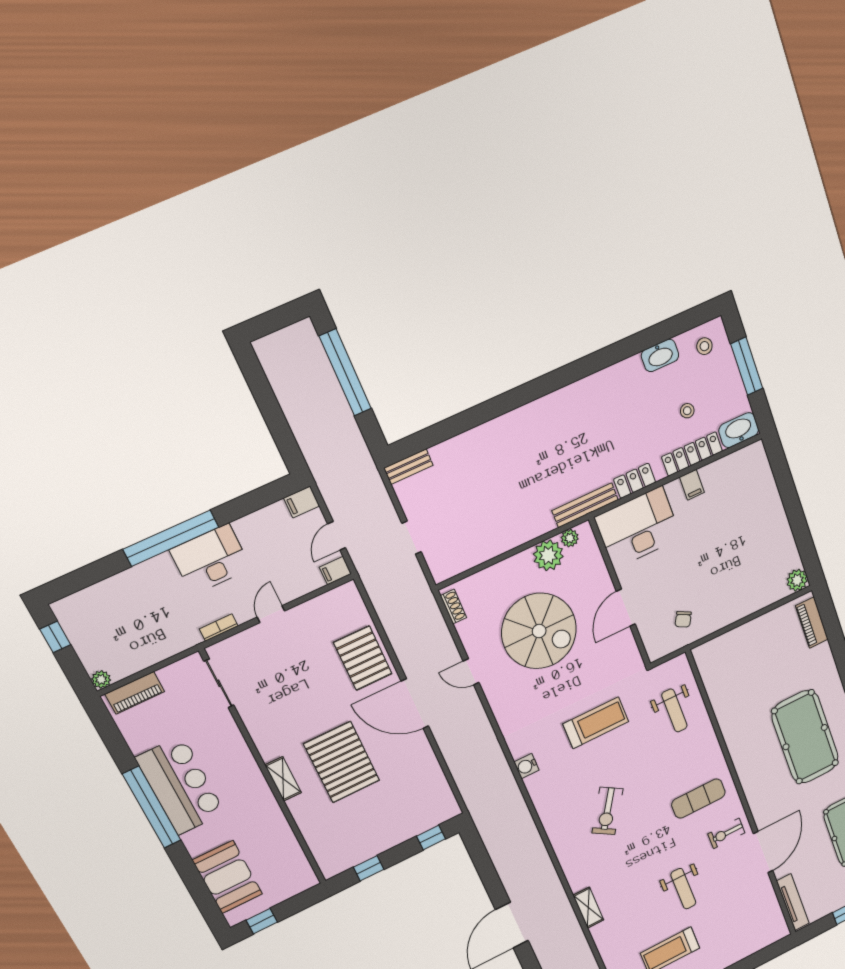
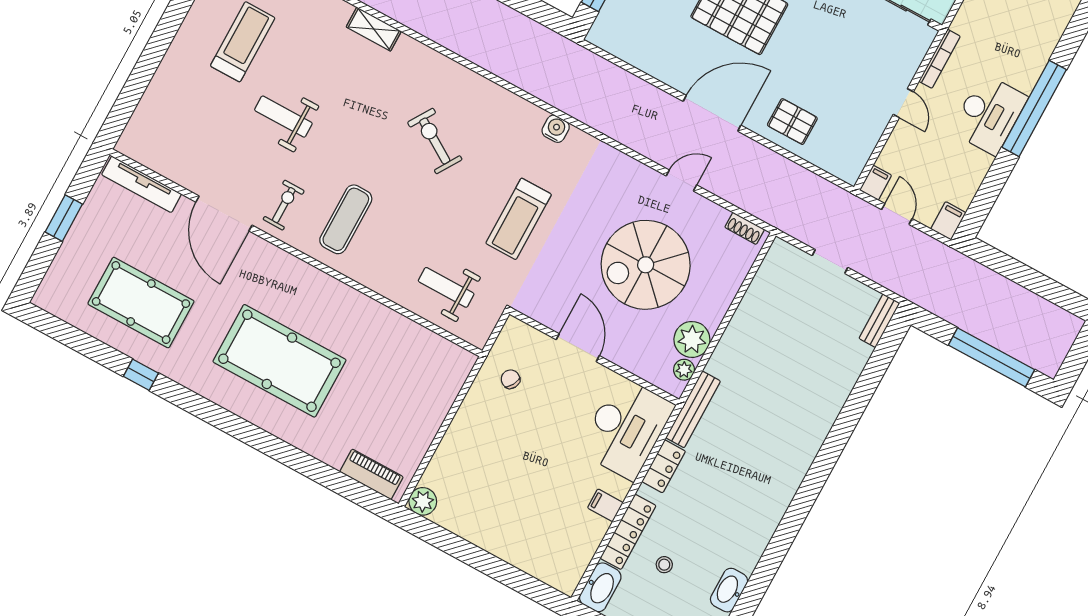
bookcase: (219, 627) -> (940, 59), width x1.56
pallet: (363, 658) -> (792, 122), width x0.67, depth x0.71

